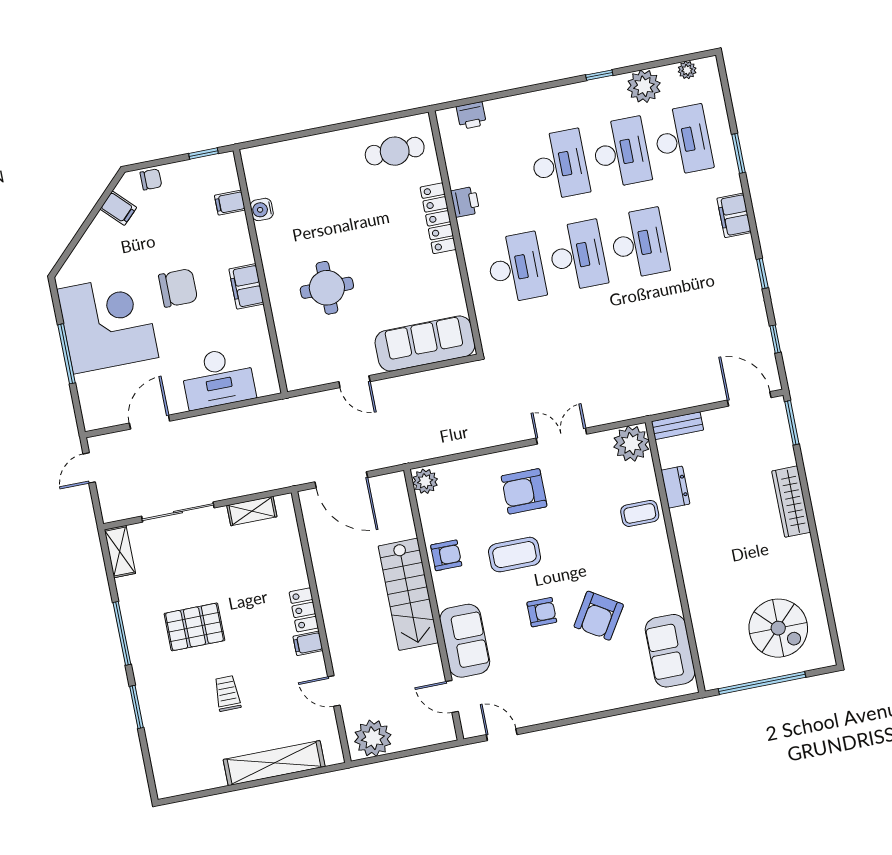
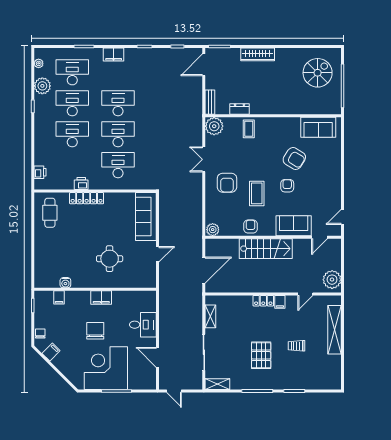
desk: (218, 378) -> (143, 325), width x0.73

